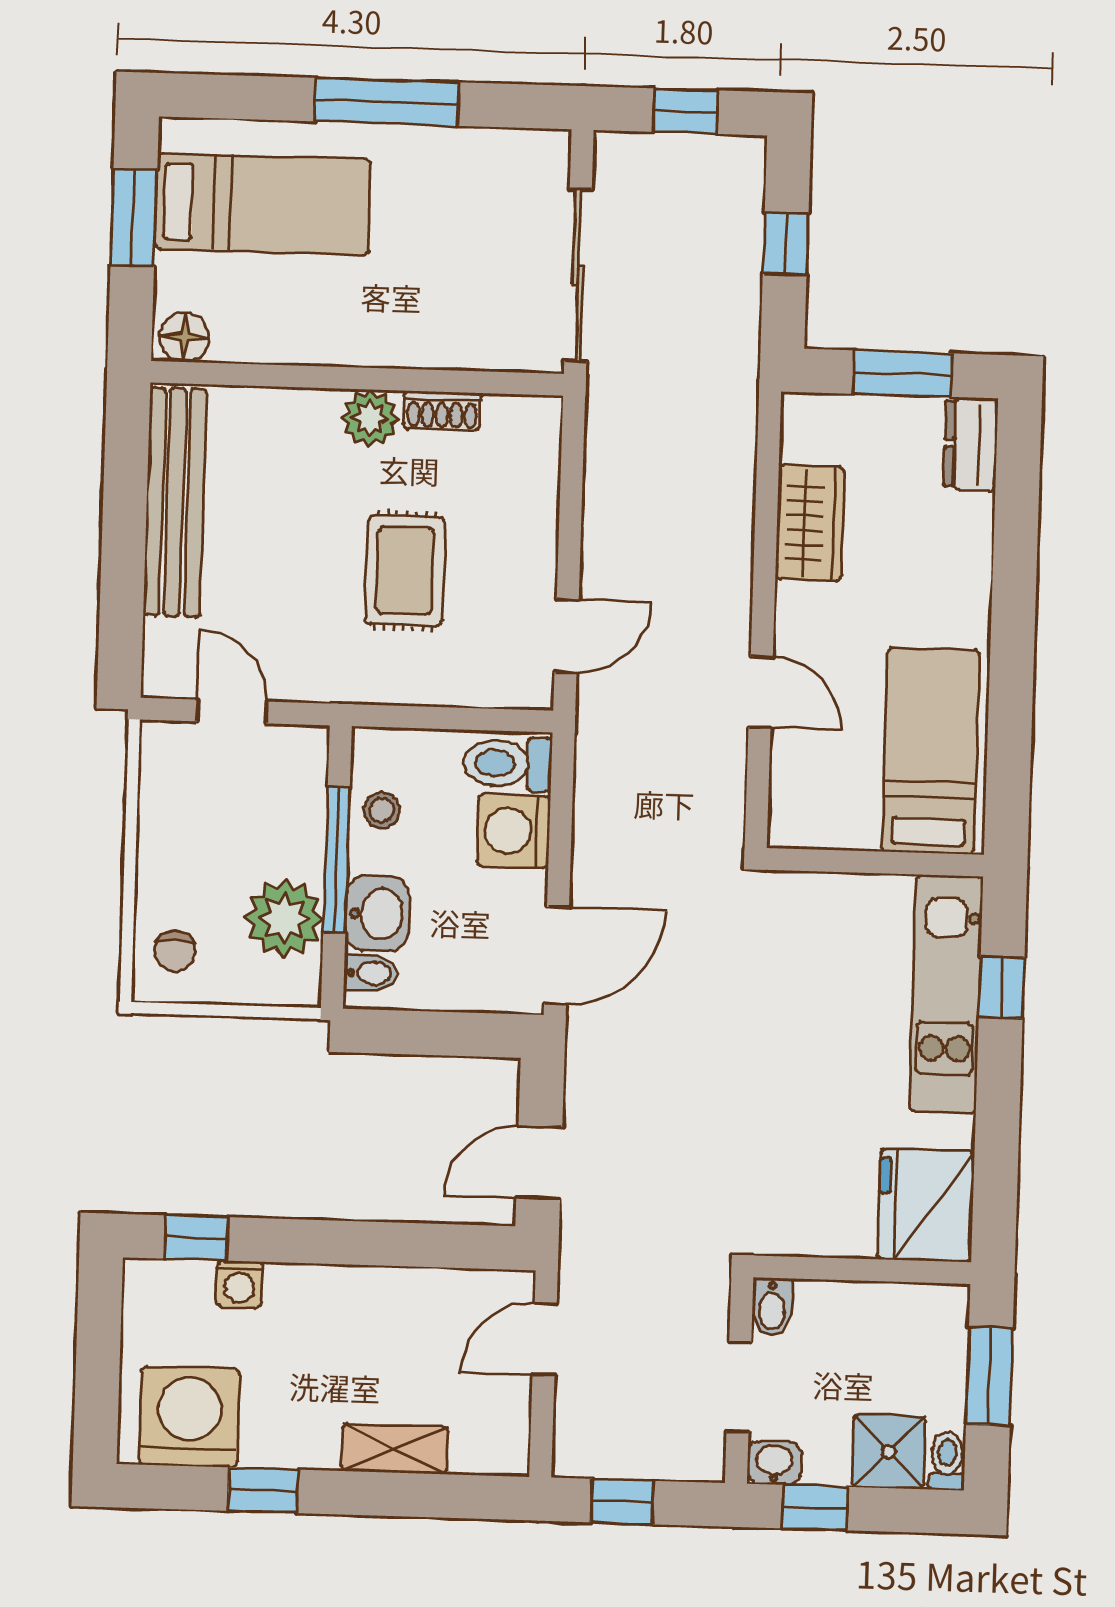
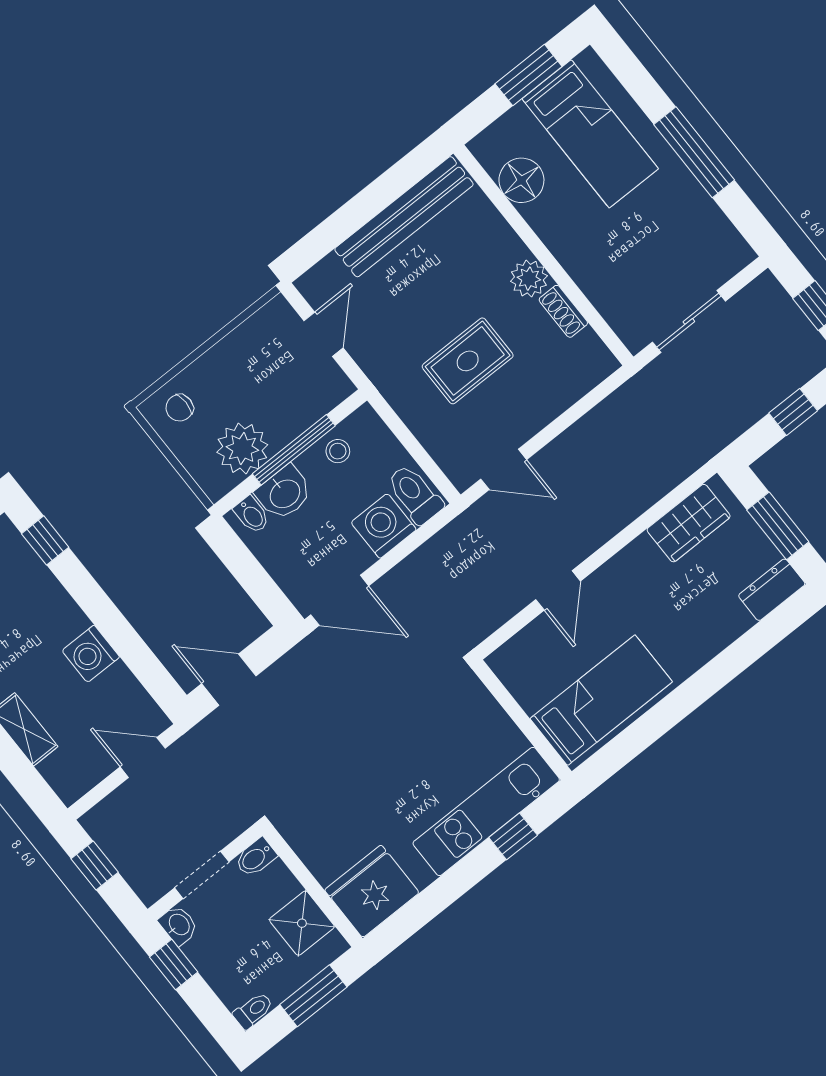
sliding door: (578, 275) -> (689, 322), width x0.73
floor lamp: (185, 337) -> (521, 180), moved, width x1.38, depth x1.38
wardrobe: (810, 523) -> (689, 523), moved
washing machine: (239, 1284) -> (91, 654), moved, width x1.38, depth x1.38
shower: (889, 1452) -> (302, 923), moved

